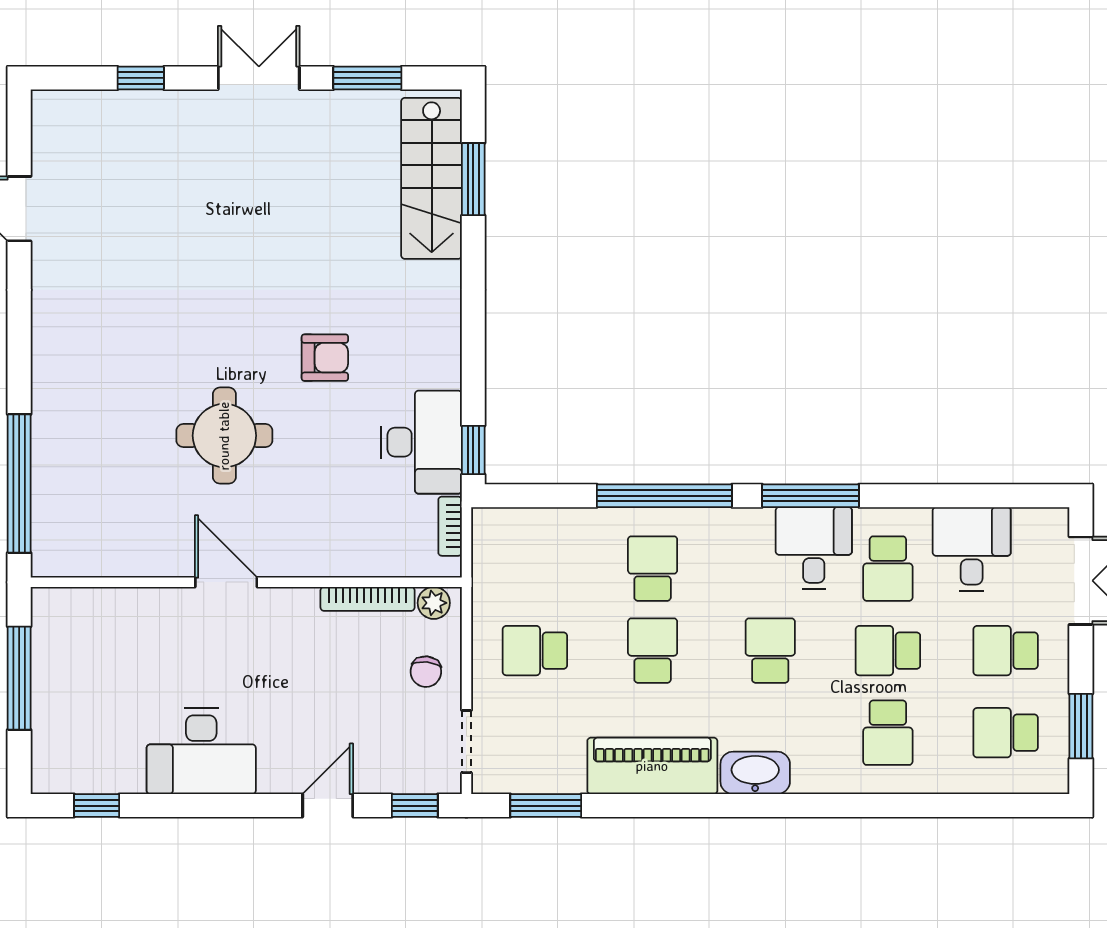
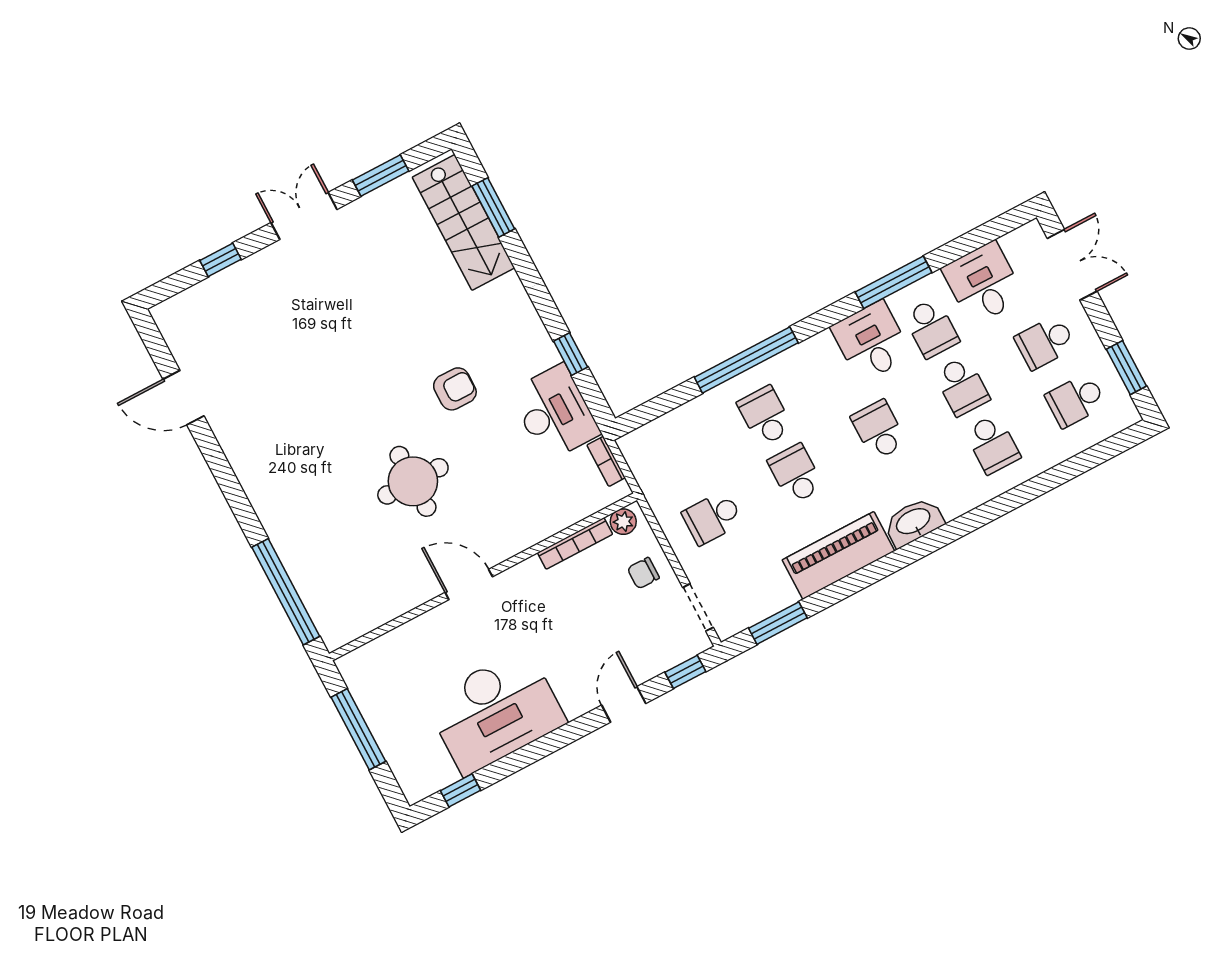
window: (473, 450) -> (571, 354), moved
window: (810, 496) -> (894, 282), moved
school desk: (888, 651) -> (962, 386), turned -90
chair: (426, 672) -> (643, 573), turned 84
desk: (201, 751) -> (495, 711), width x1.36, depth x1.30

